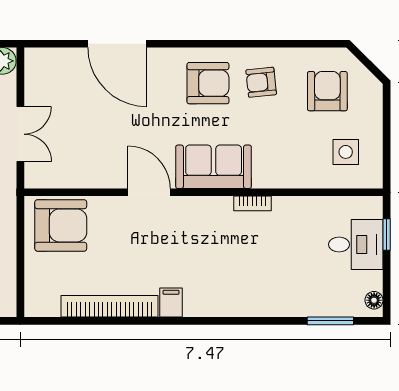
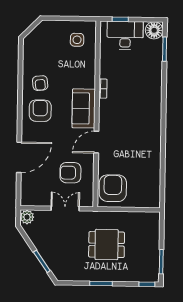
armchair: (327, 91) -> (70, 173), moved
desk: (356, 245) -> (125, 35), width x1.37
floor lamp: (374, 300) -> (154, 30), width x1.89, depth x1.89
filing cabinet: (171, 303) -> (154, 132), removed
bookcase: (110, 306) -> (155, 164), removed

